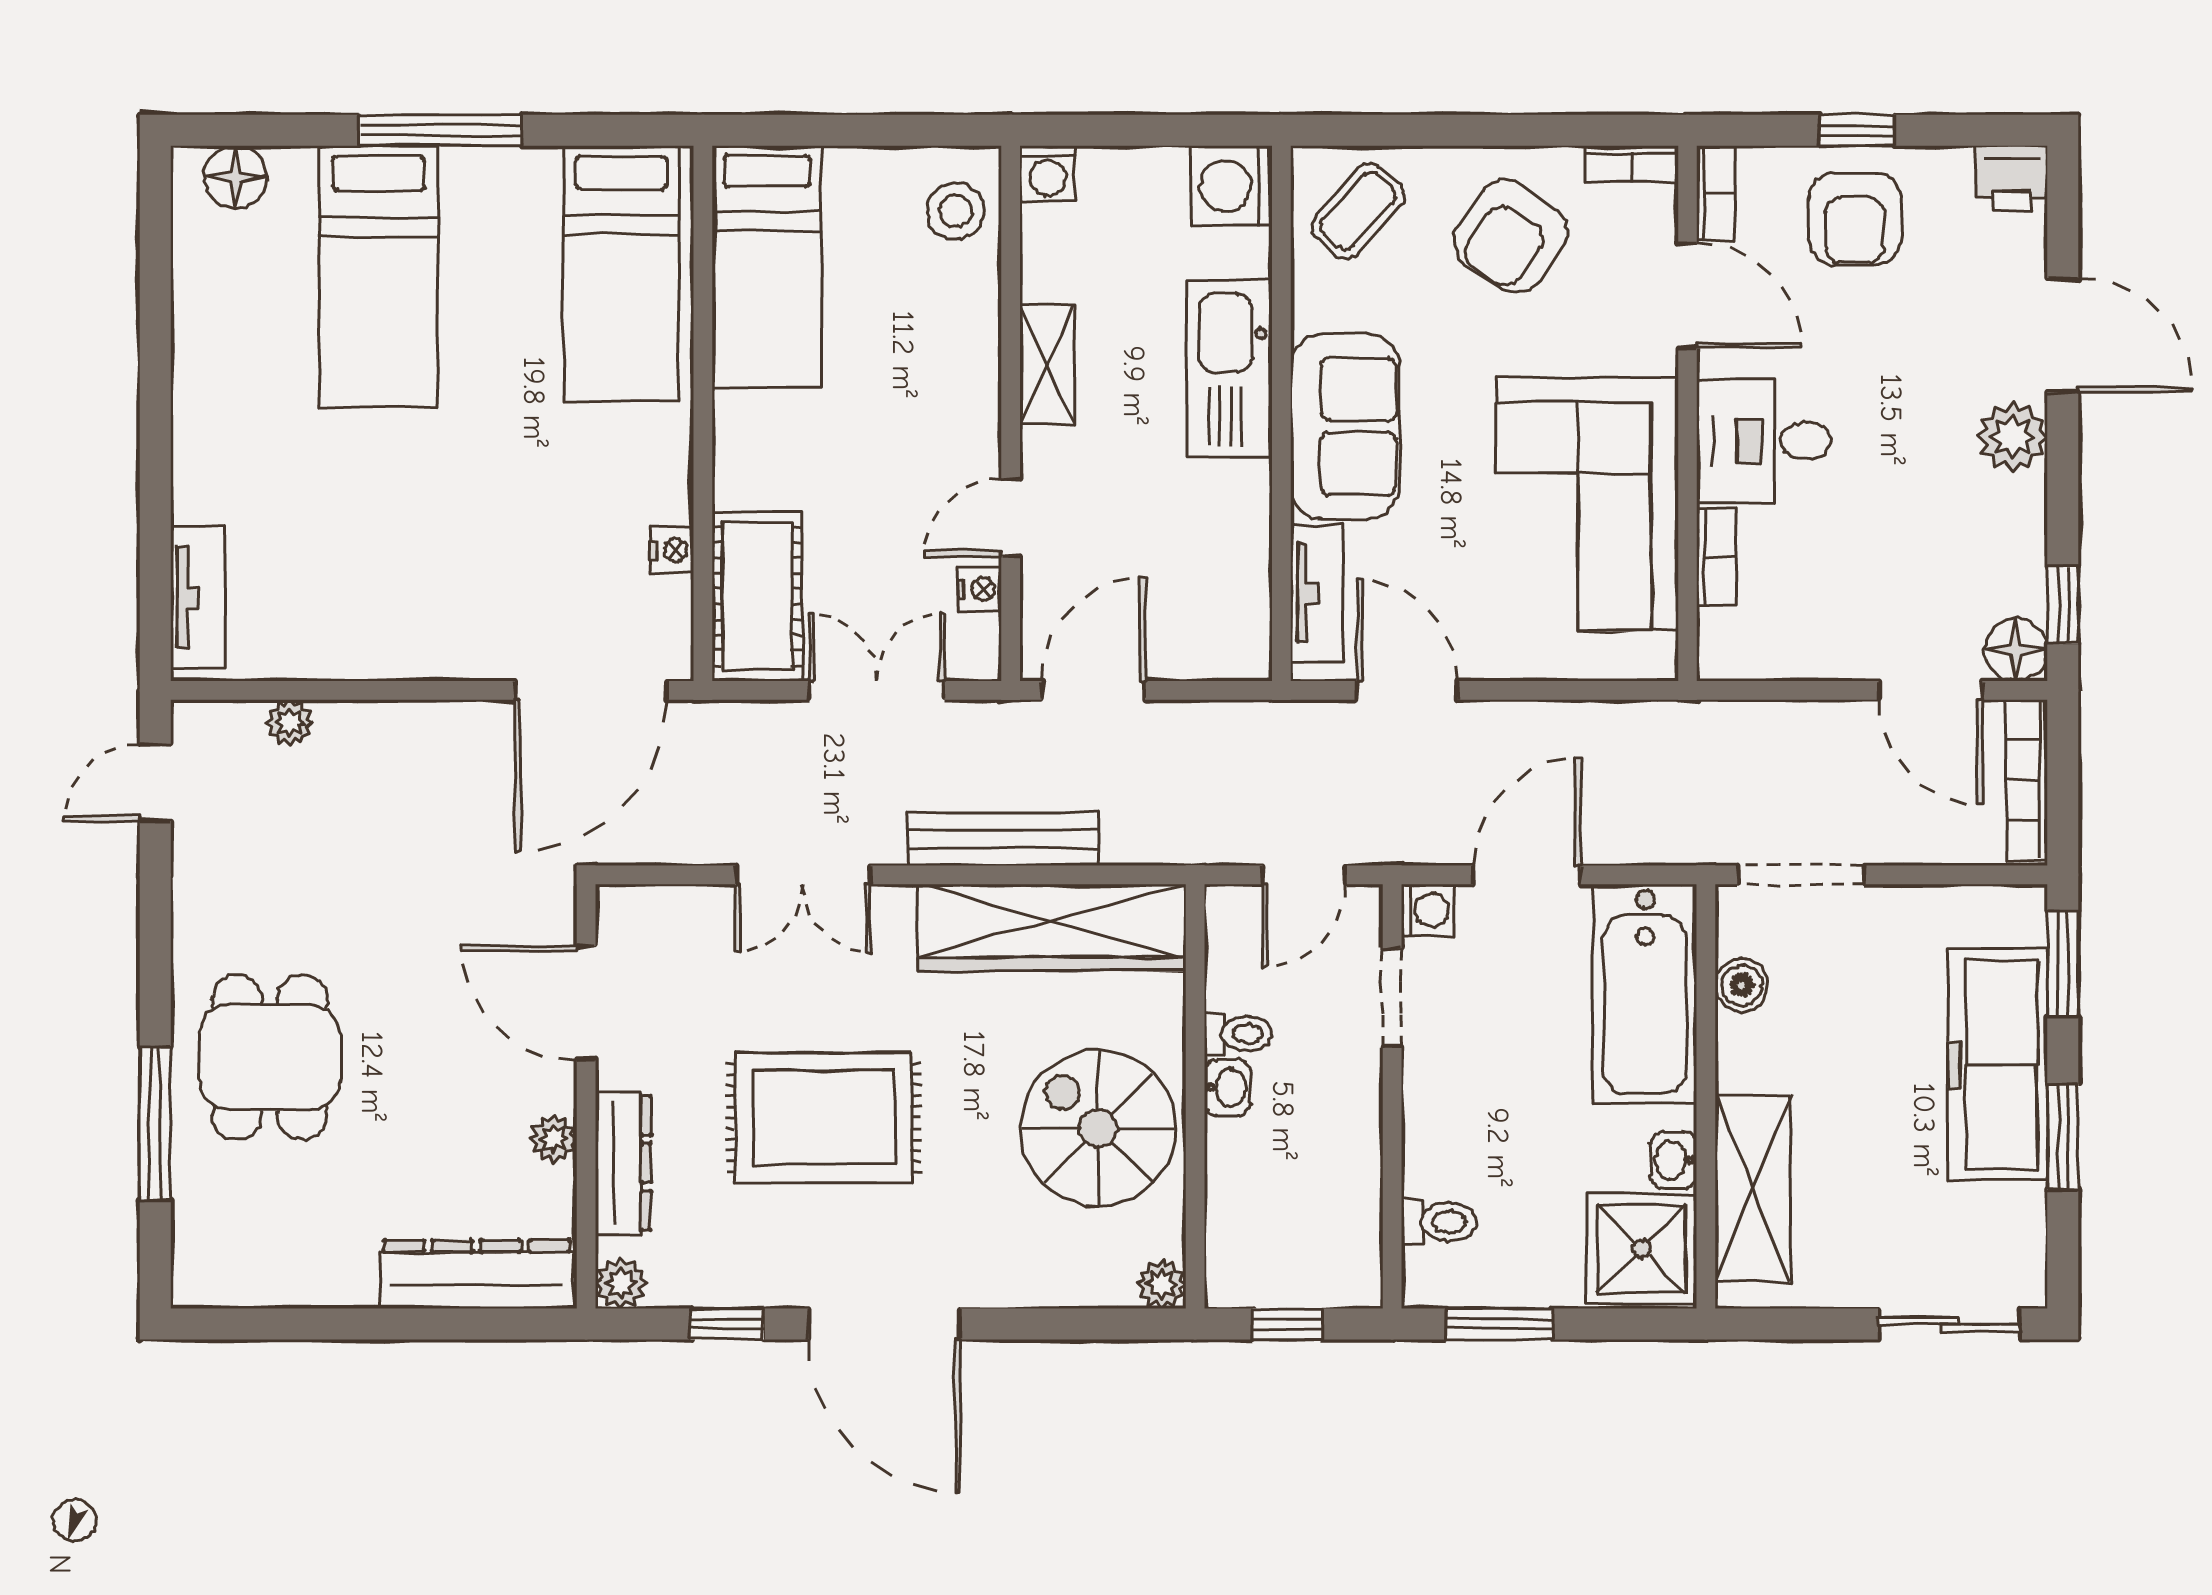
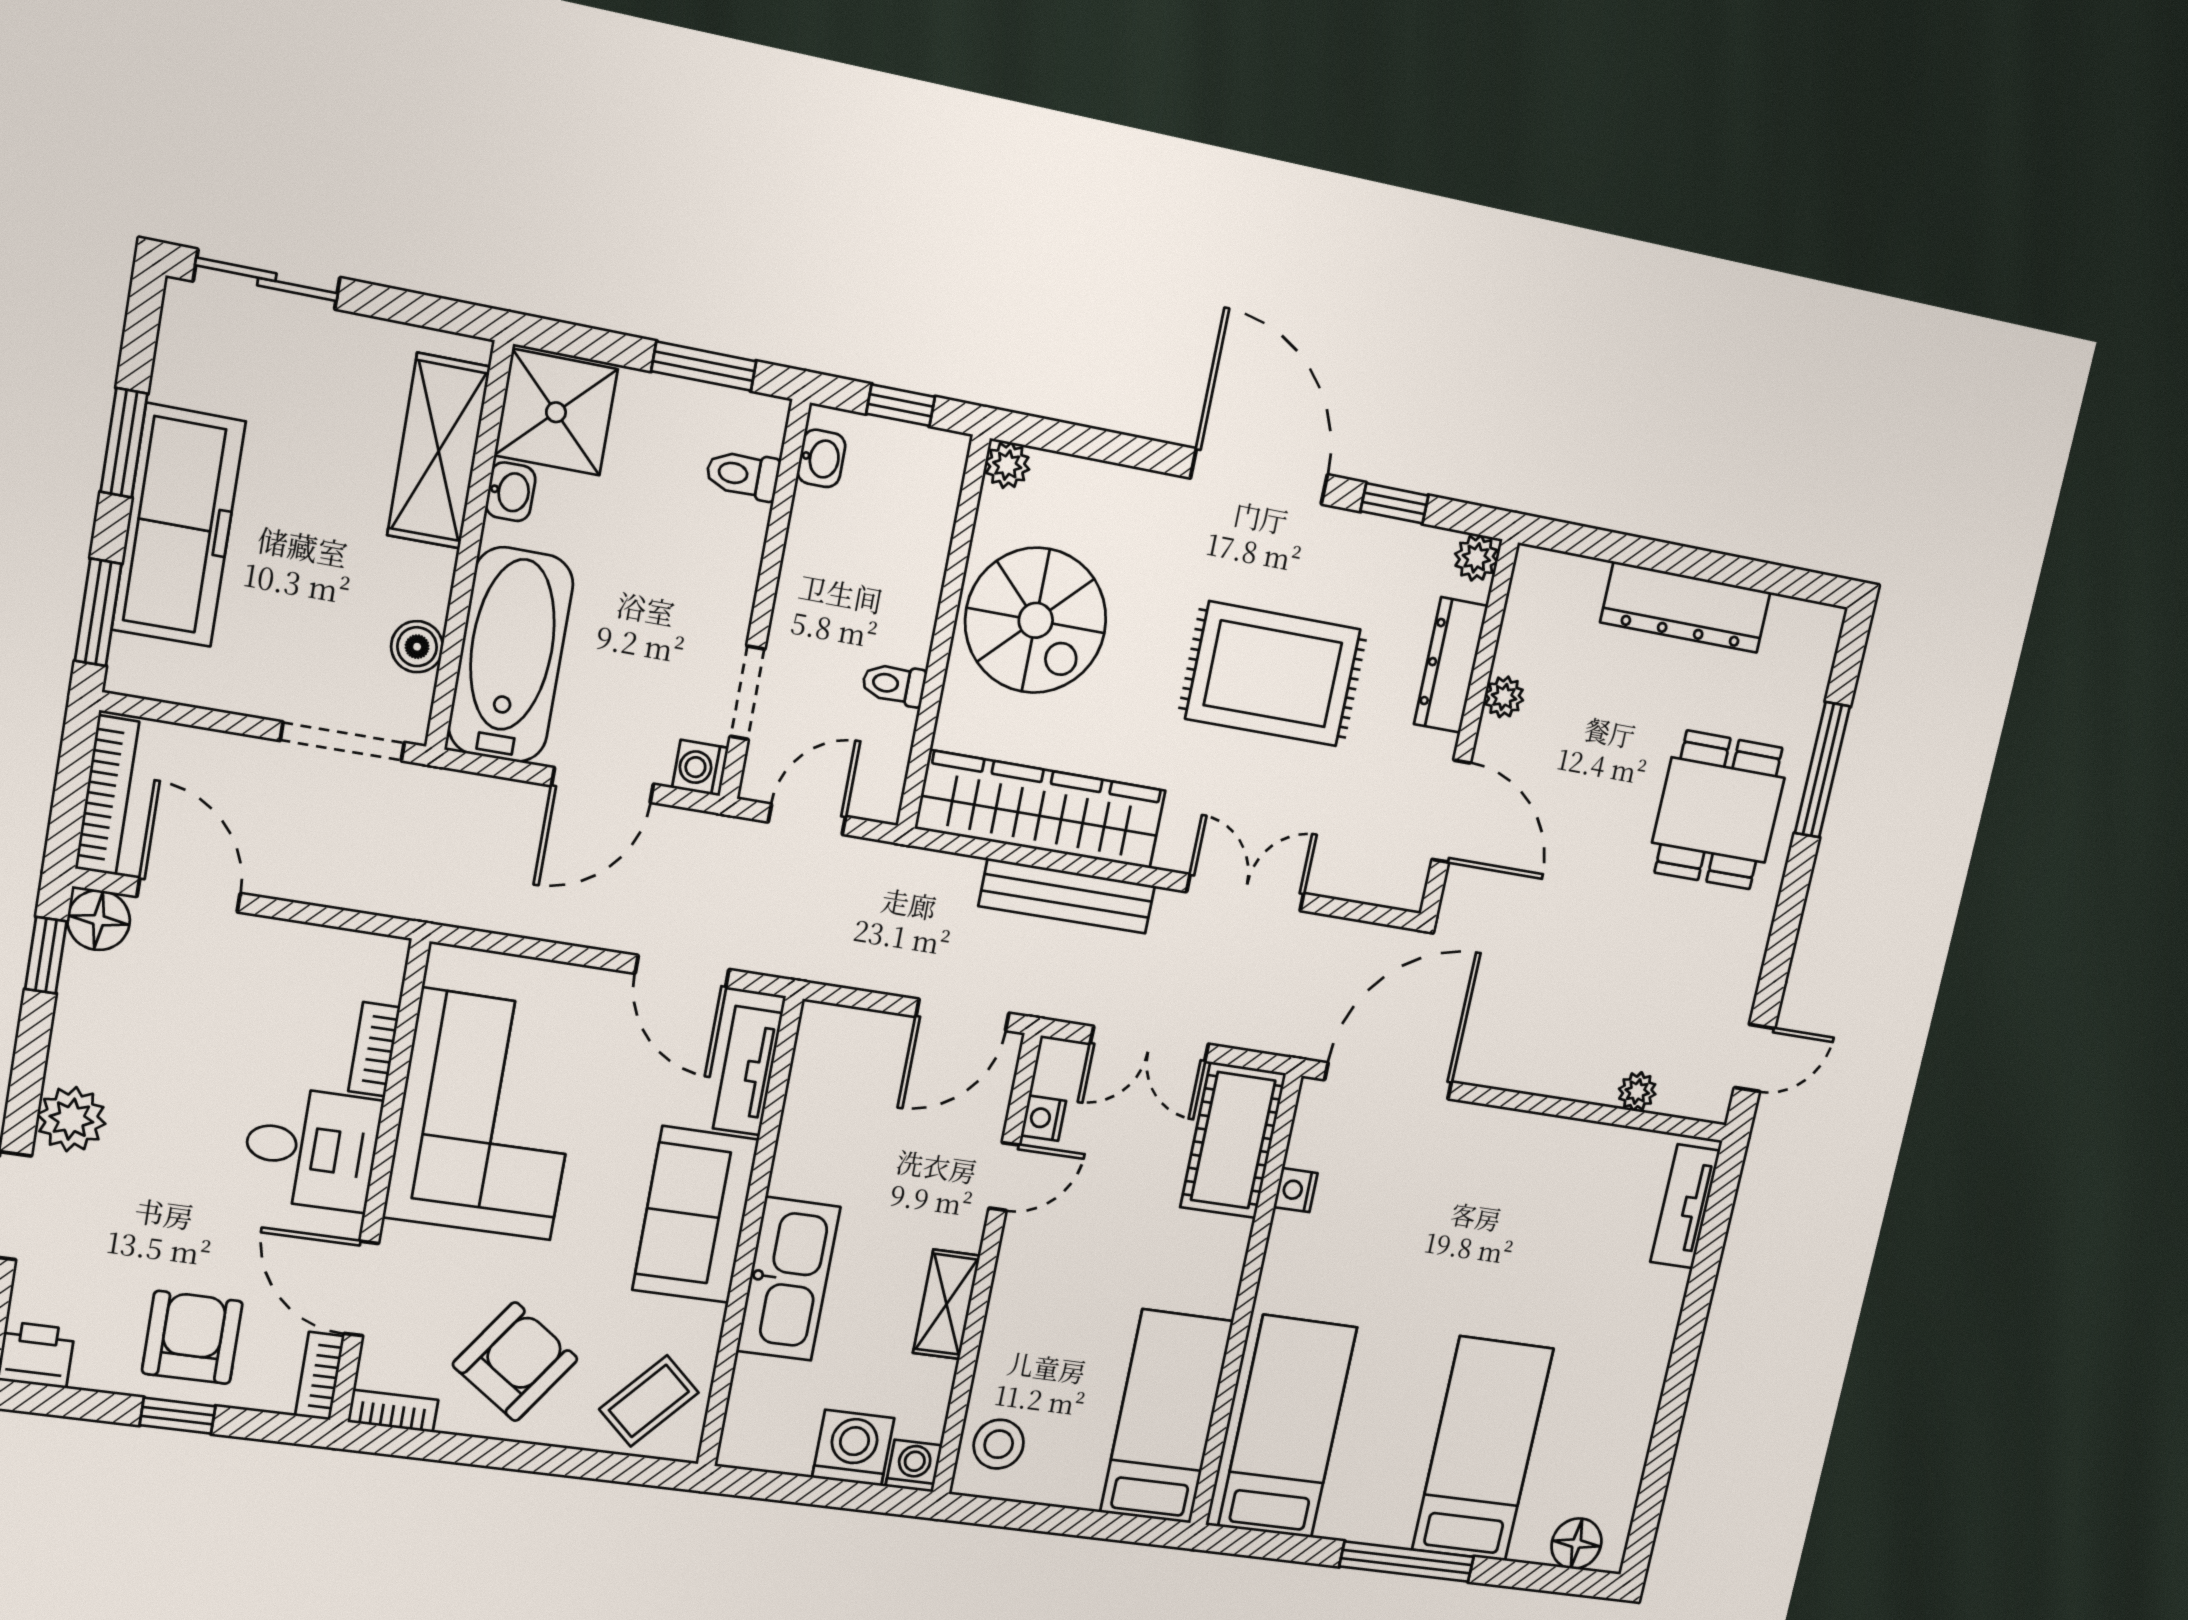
washing machine: (1232, 186) -> (853, 1448), moved, turned -90
washbasin: (1227, 1088) -> (821, 458), moved, turned 180
dresser: (477, 1274) -> (1686, 607), moved

